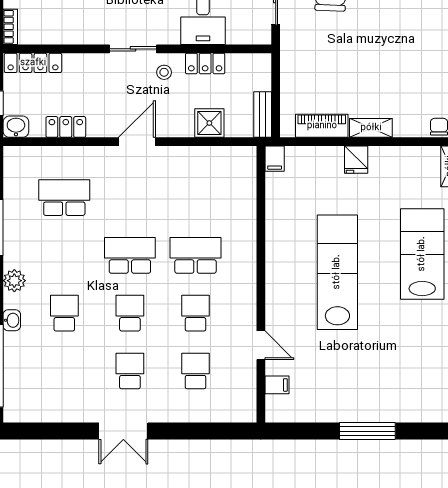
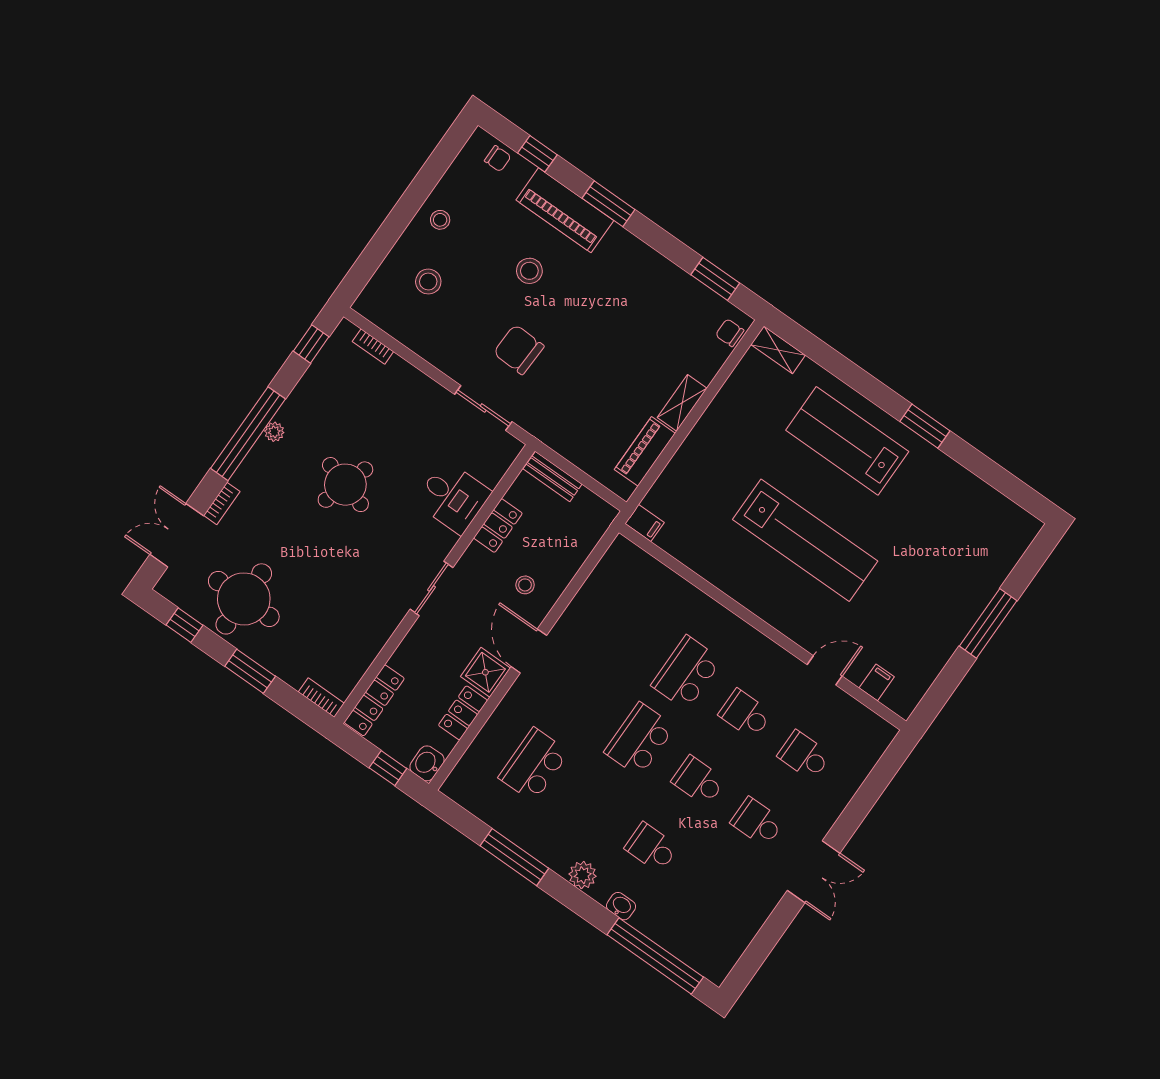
stool: (164, 72) -> (525, 585), moved
bench: (263, 115) -> (553, 476), moved
shower: (209, 123) -> (485, 672), moved
fridge: (356, 160) -> (704, 441), removed
lab bench: (337, 272) -> (805, 540), turned 180

